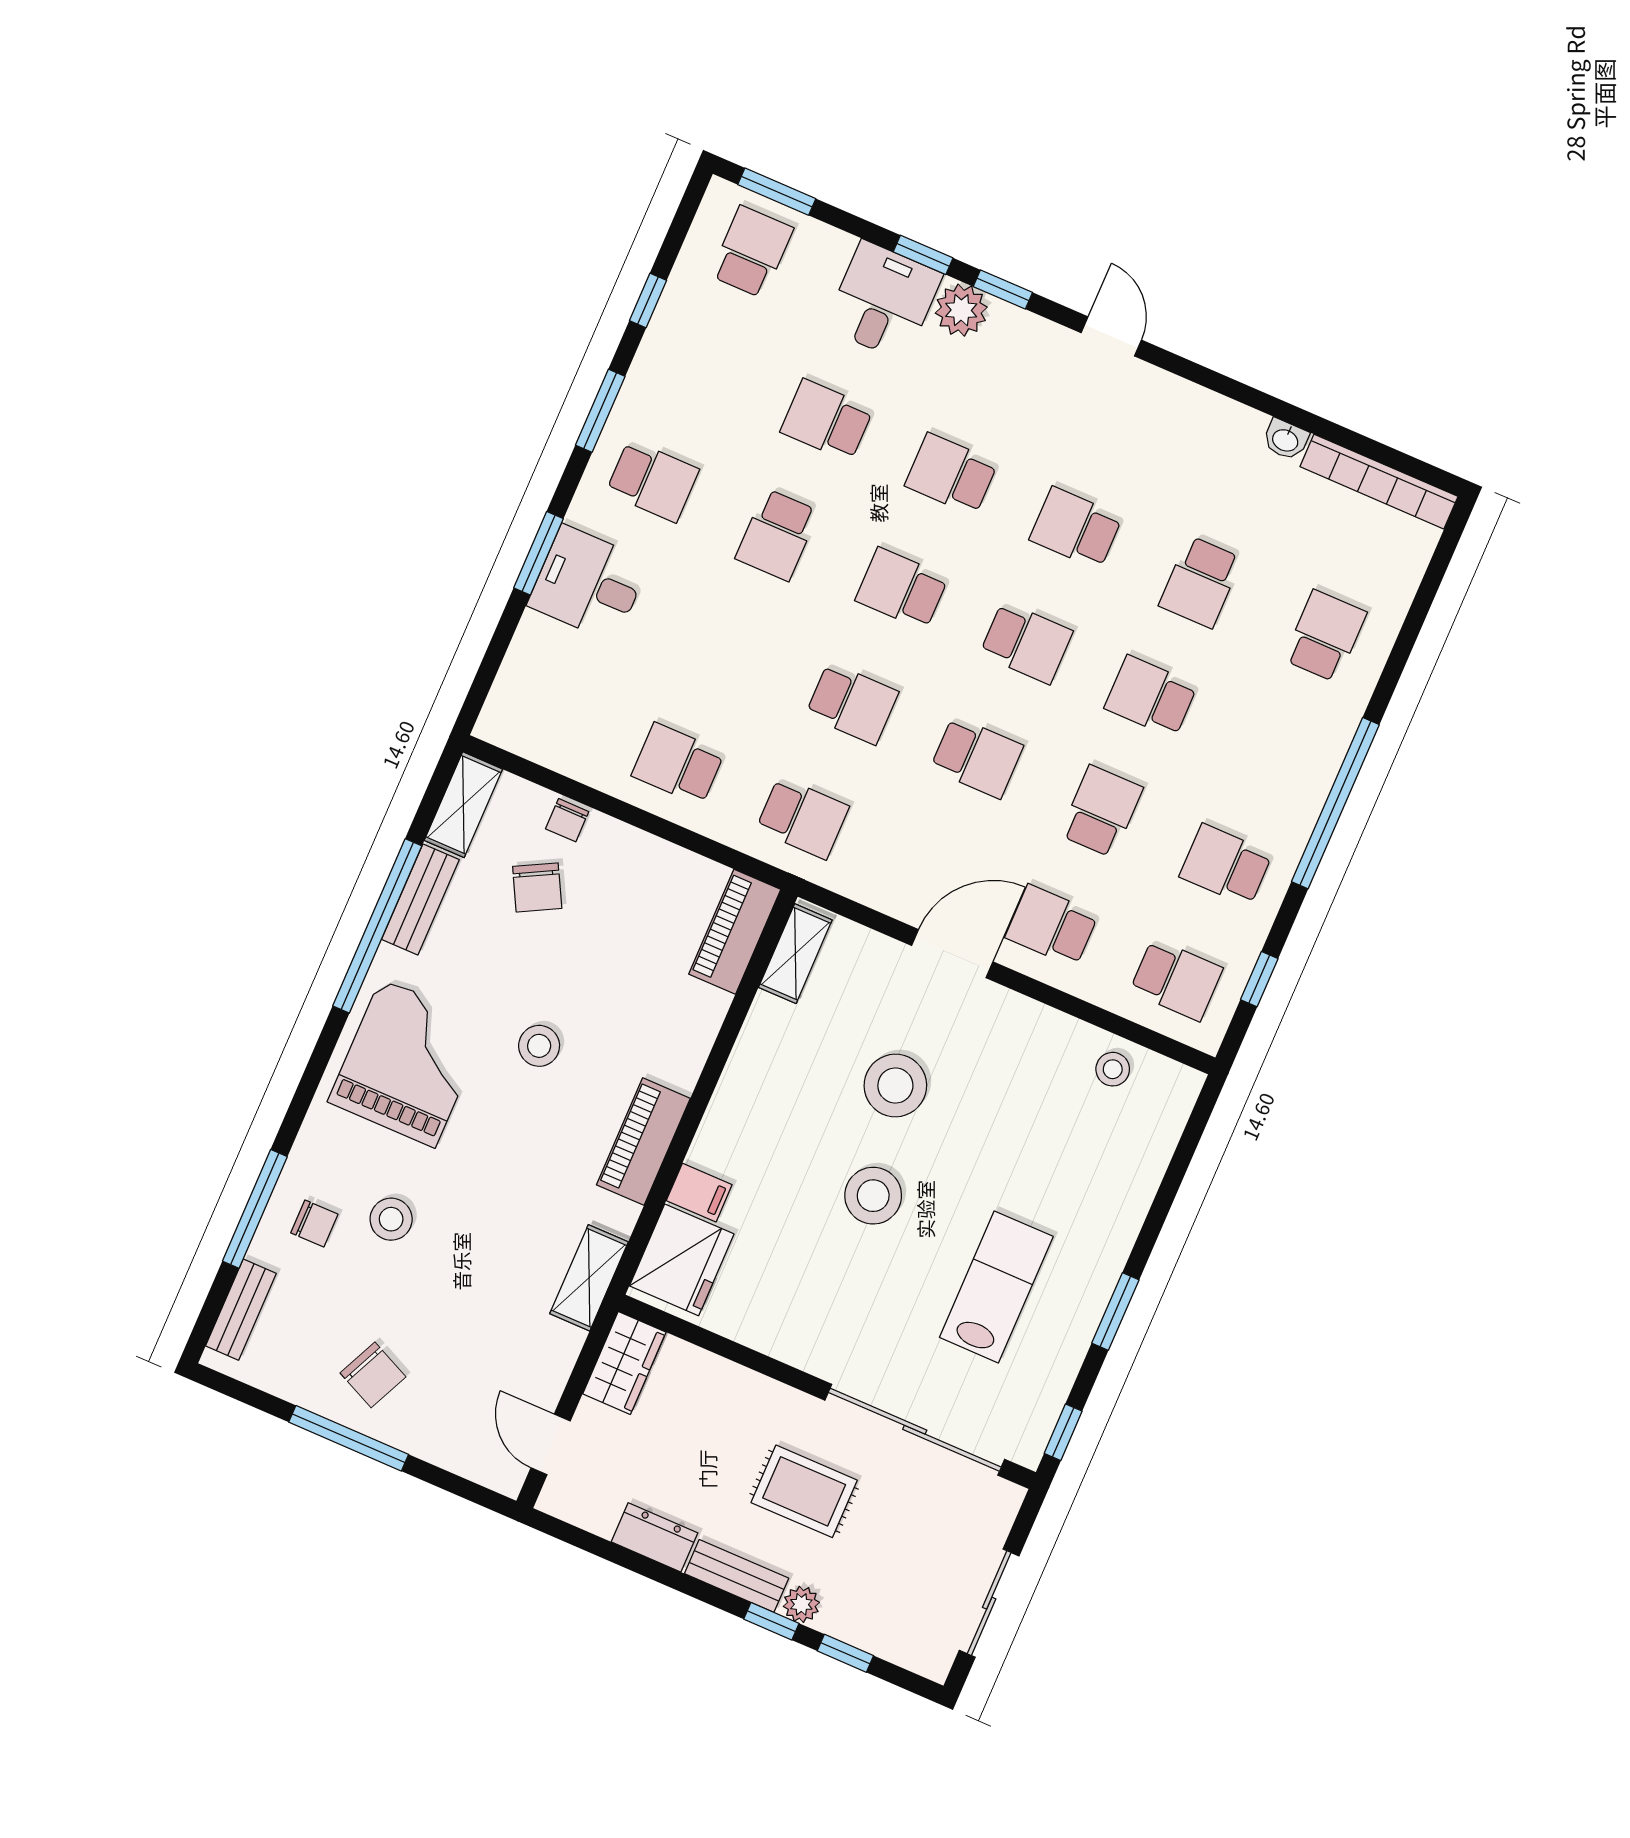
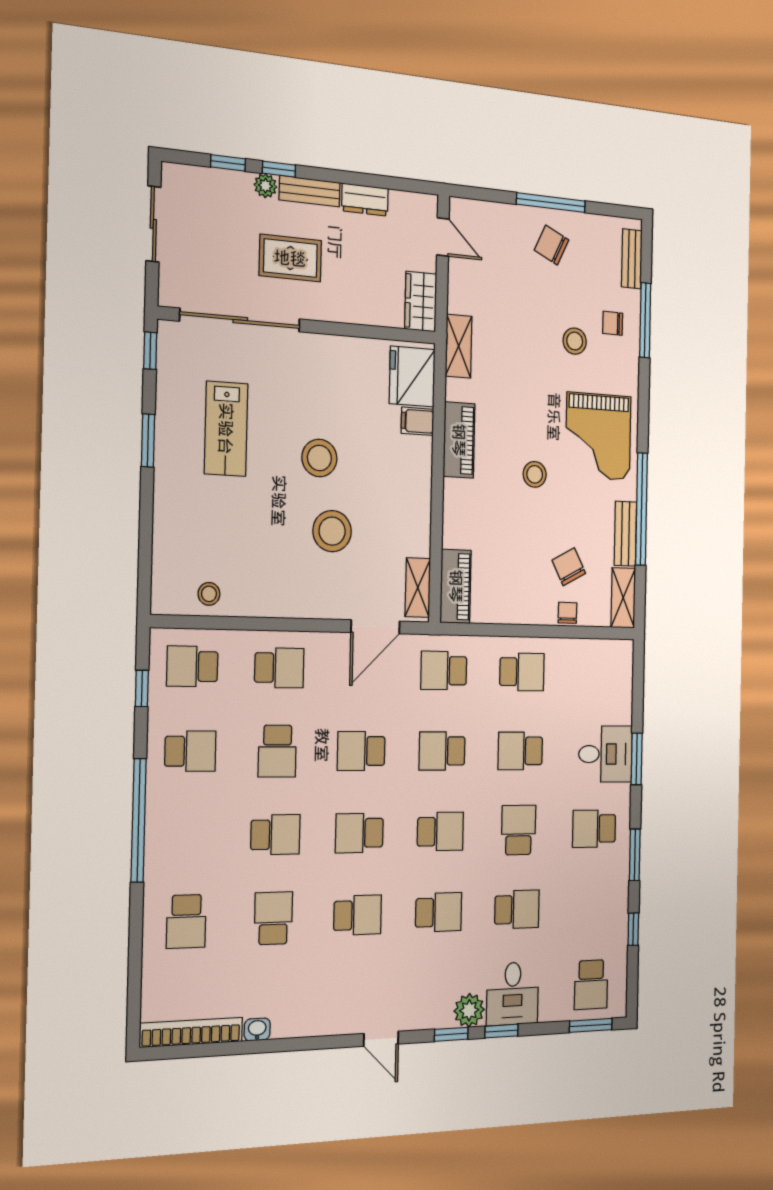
school desk: (728, 649) -> (520, 751), added
door: (952, 954) -> (375, 627), moved

